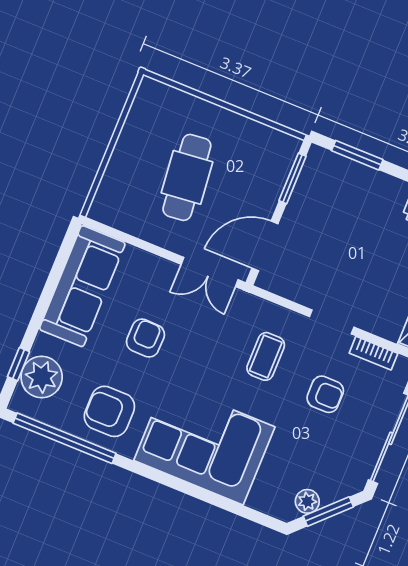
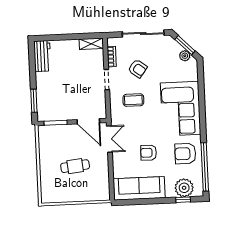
cafe table: (187, 177) -> (75, 166), width x0.73, depth x0.74
armchair: (325, 394) -> (138, 69), turned 127
armchair: (109, 411) -> (185, 154), turned 90

